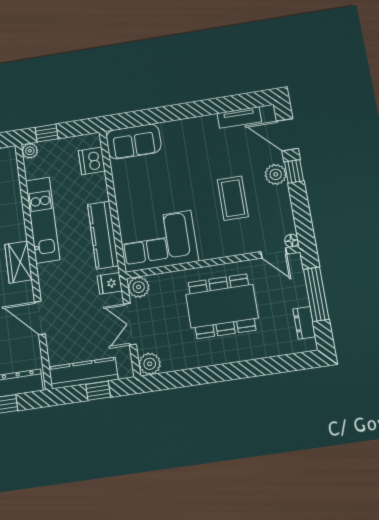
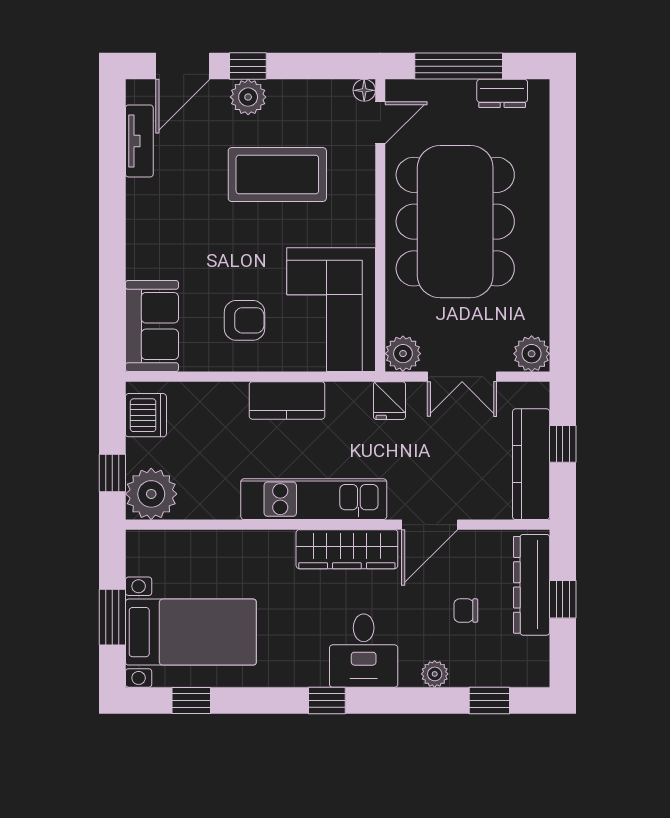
plant: (30, 151) -> (151, 494), width x1.87, depth x1.87
dishwasher: (92, 161) -> (146, 415), moved, turned -90
armchair: (145, 193) -> (245, 320), added
coffee table: (233, 198) -> (277, 175), width x1.36, depth x1.32
kitchen unit: (43, 220) -> (314, 499), moved
kitchen counter: (103, 235) -> (287, 400), width x0.67
wardrobe: (18, 262) -> (347, 549), width x1.50
dining table: (222, 306) -> (455, 222), width x1.36, depth x1.24

